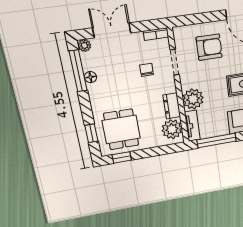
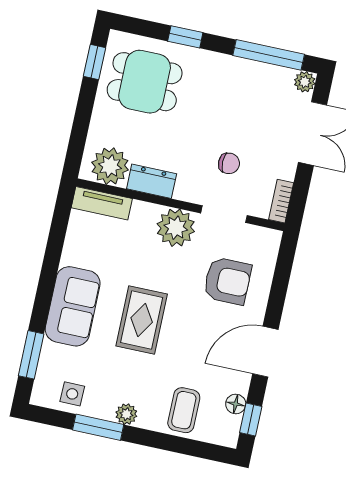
armchair: (209, 47) -> (227, 281), turned -90
floor lamp: (90, 77) -> (251, 70), removed
plant: (193, 99) -> (176, 228), moved
window: (91, 133) -> (185, 37), moved
window: (217, 141) -> (57, 236), removed

